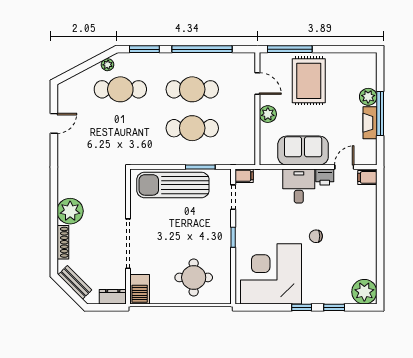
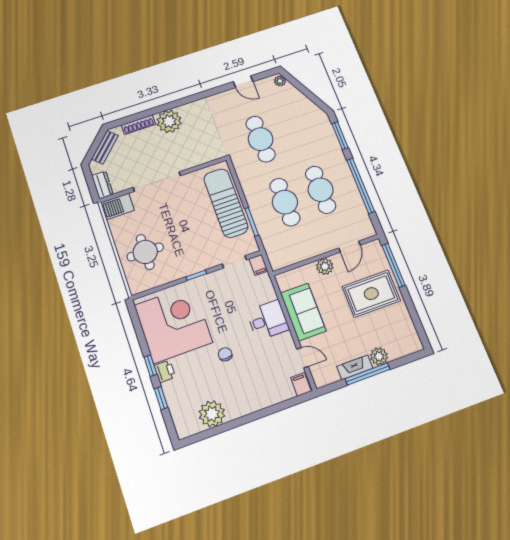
plant: (108, 65) -> (280, 81), moved
cafe table: (120, 89) -> (261, 139), moved
printer: (325, 177) -> (165, 371), moved, turned 180
plant: (364, 292) -> (212, 414), moved

